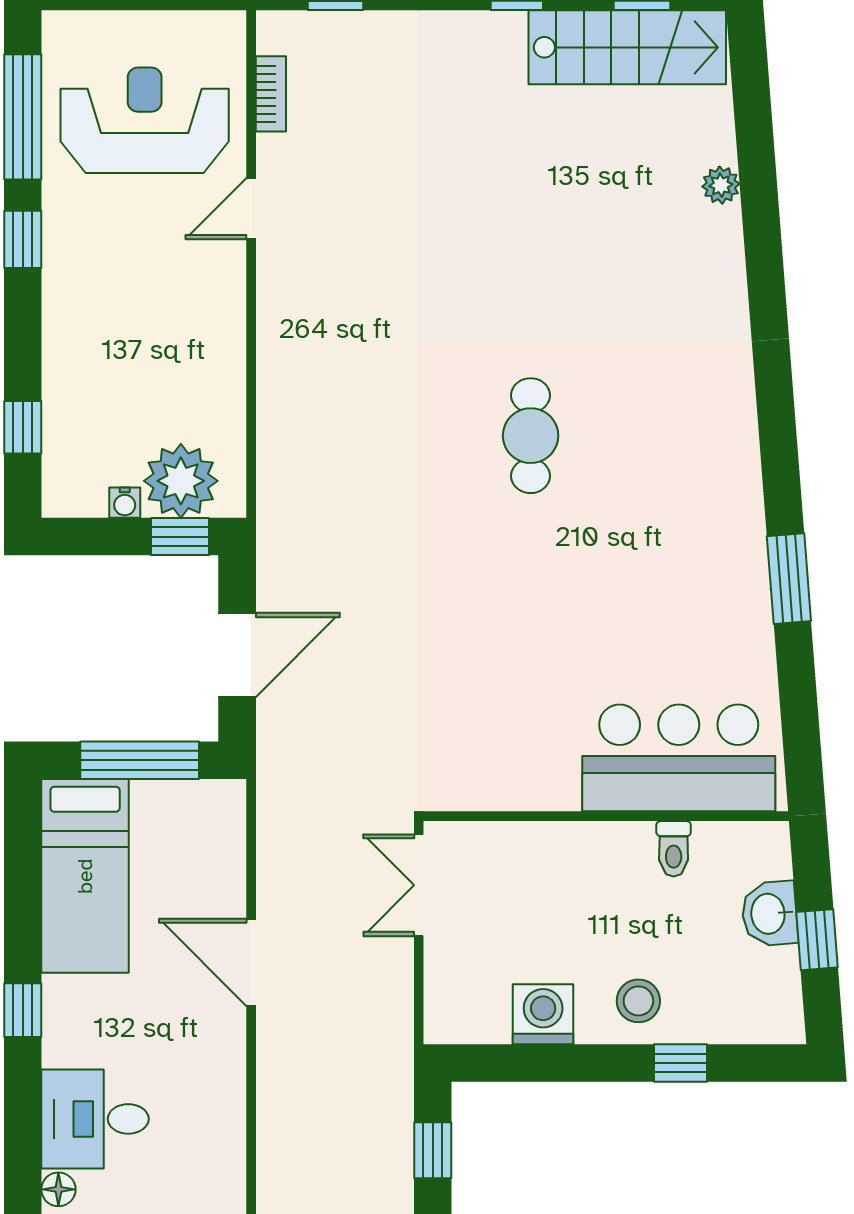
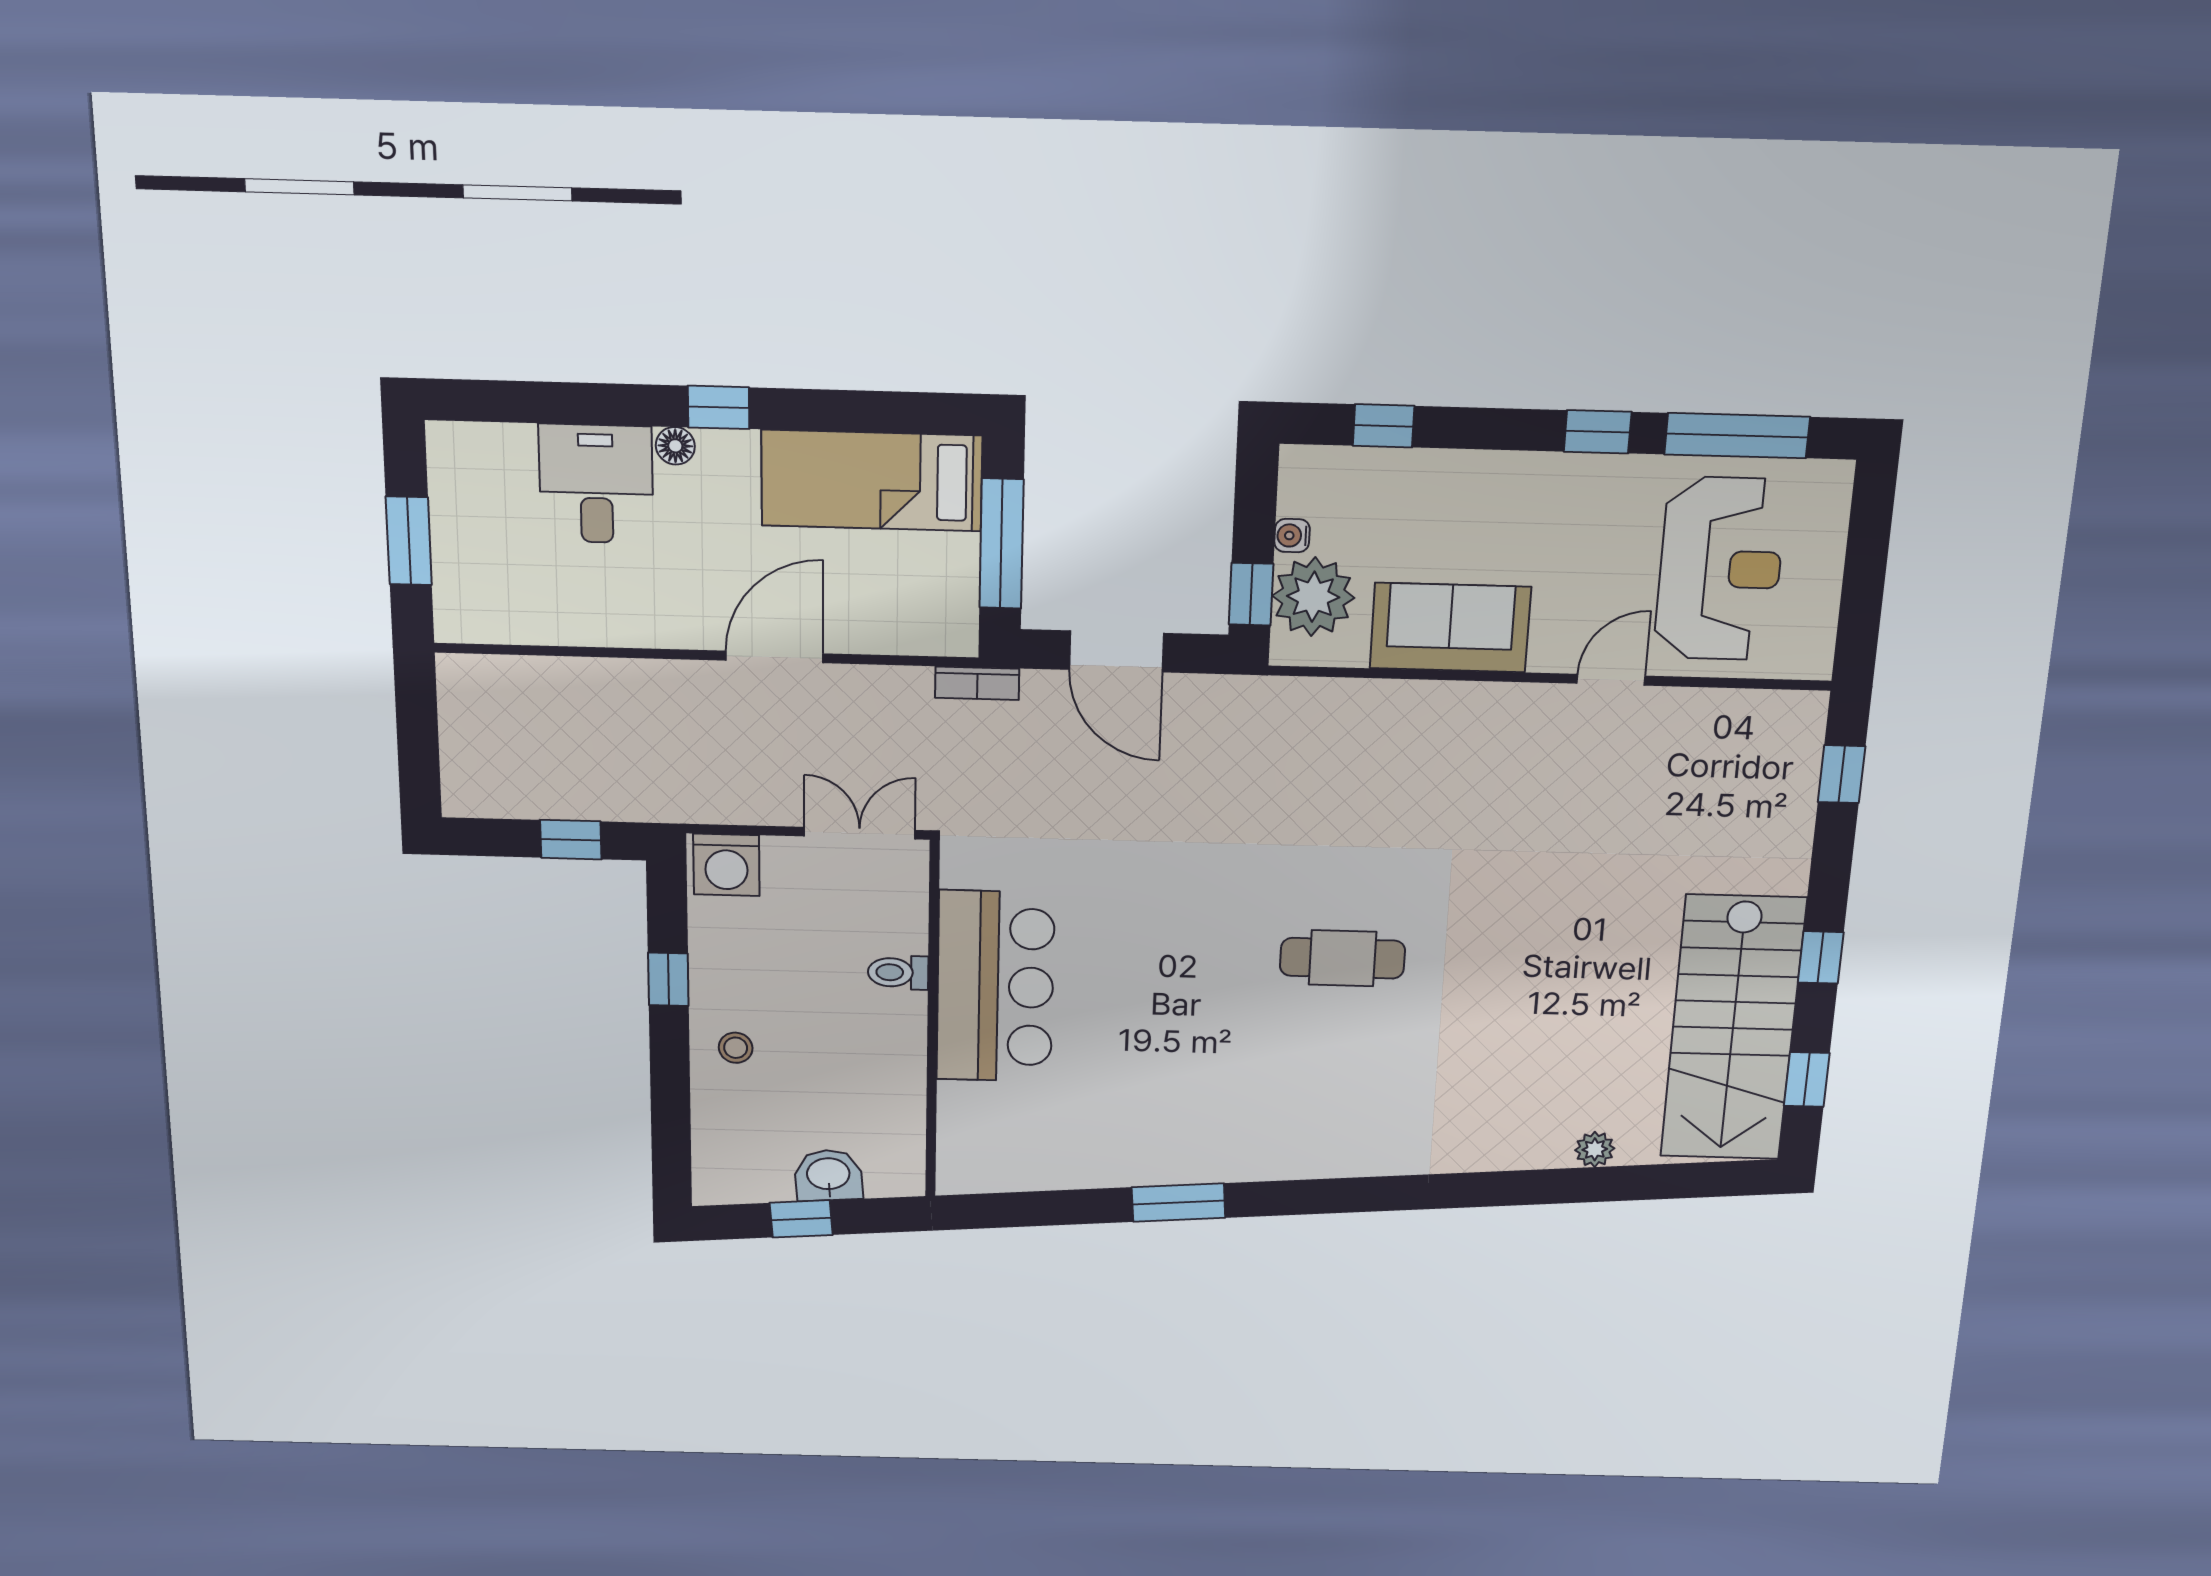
stairs: (627, 47) -> (1733, 1028), width x1.36, depth x1.51
bookcase: (271, 94) -> (977, 683), moved
door: (251, 209) -> (1611, 680), hinge flipped
sofa: (206, 357) -> (1450, 628), added
bar counter: (679, 758) -> (995, 987), moved
toilet: (674, 849) -> (898, 972), moved
stool: (638, 1001) -> (736, 1048), width x0.73, depth x0.73
washing machine: (543, 1014) -> (726, 865), moved, turned 90
window: (680, 1063) -> (668, 979), moved
floor lamp: (58, 1189) -> (675, 446), moved

